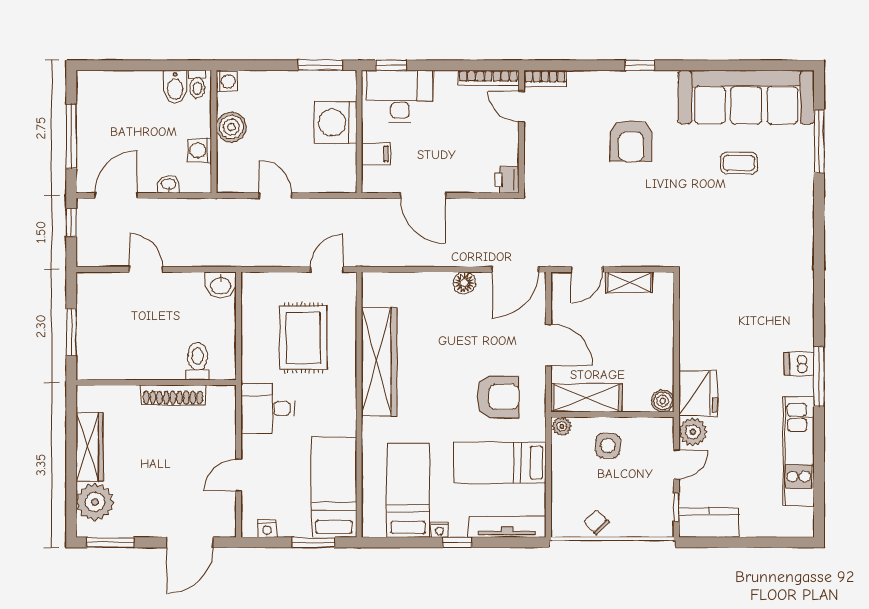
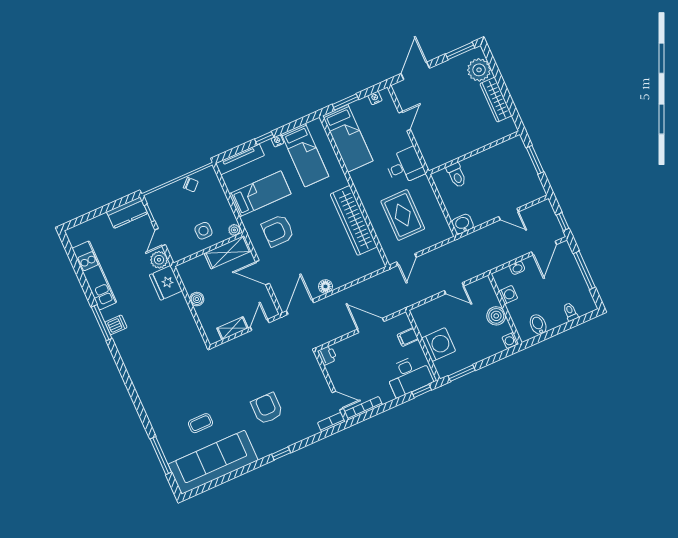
toilet: (197, 84) -> (570, 312), moved
shoe rack: (173, 395) -> (462, 150), removed
boiler: (663, 401) -> (197, 299), moved

